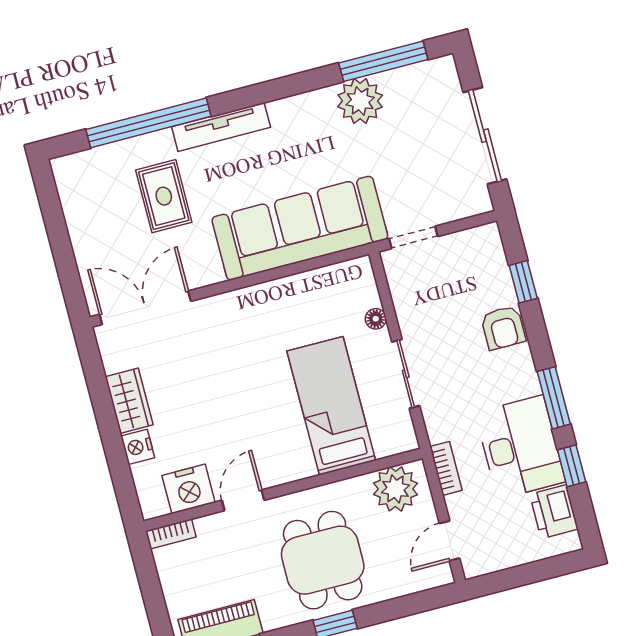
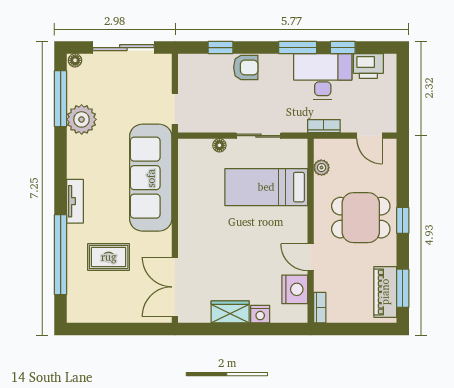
floor lamp: (447, 68) -> (75, 60), added
tv unit: (221, 127) -> (75, 201), width x0.71
plant: (395, 489) -> (321, 168), width x0.53, depth x0.53

